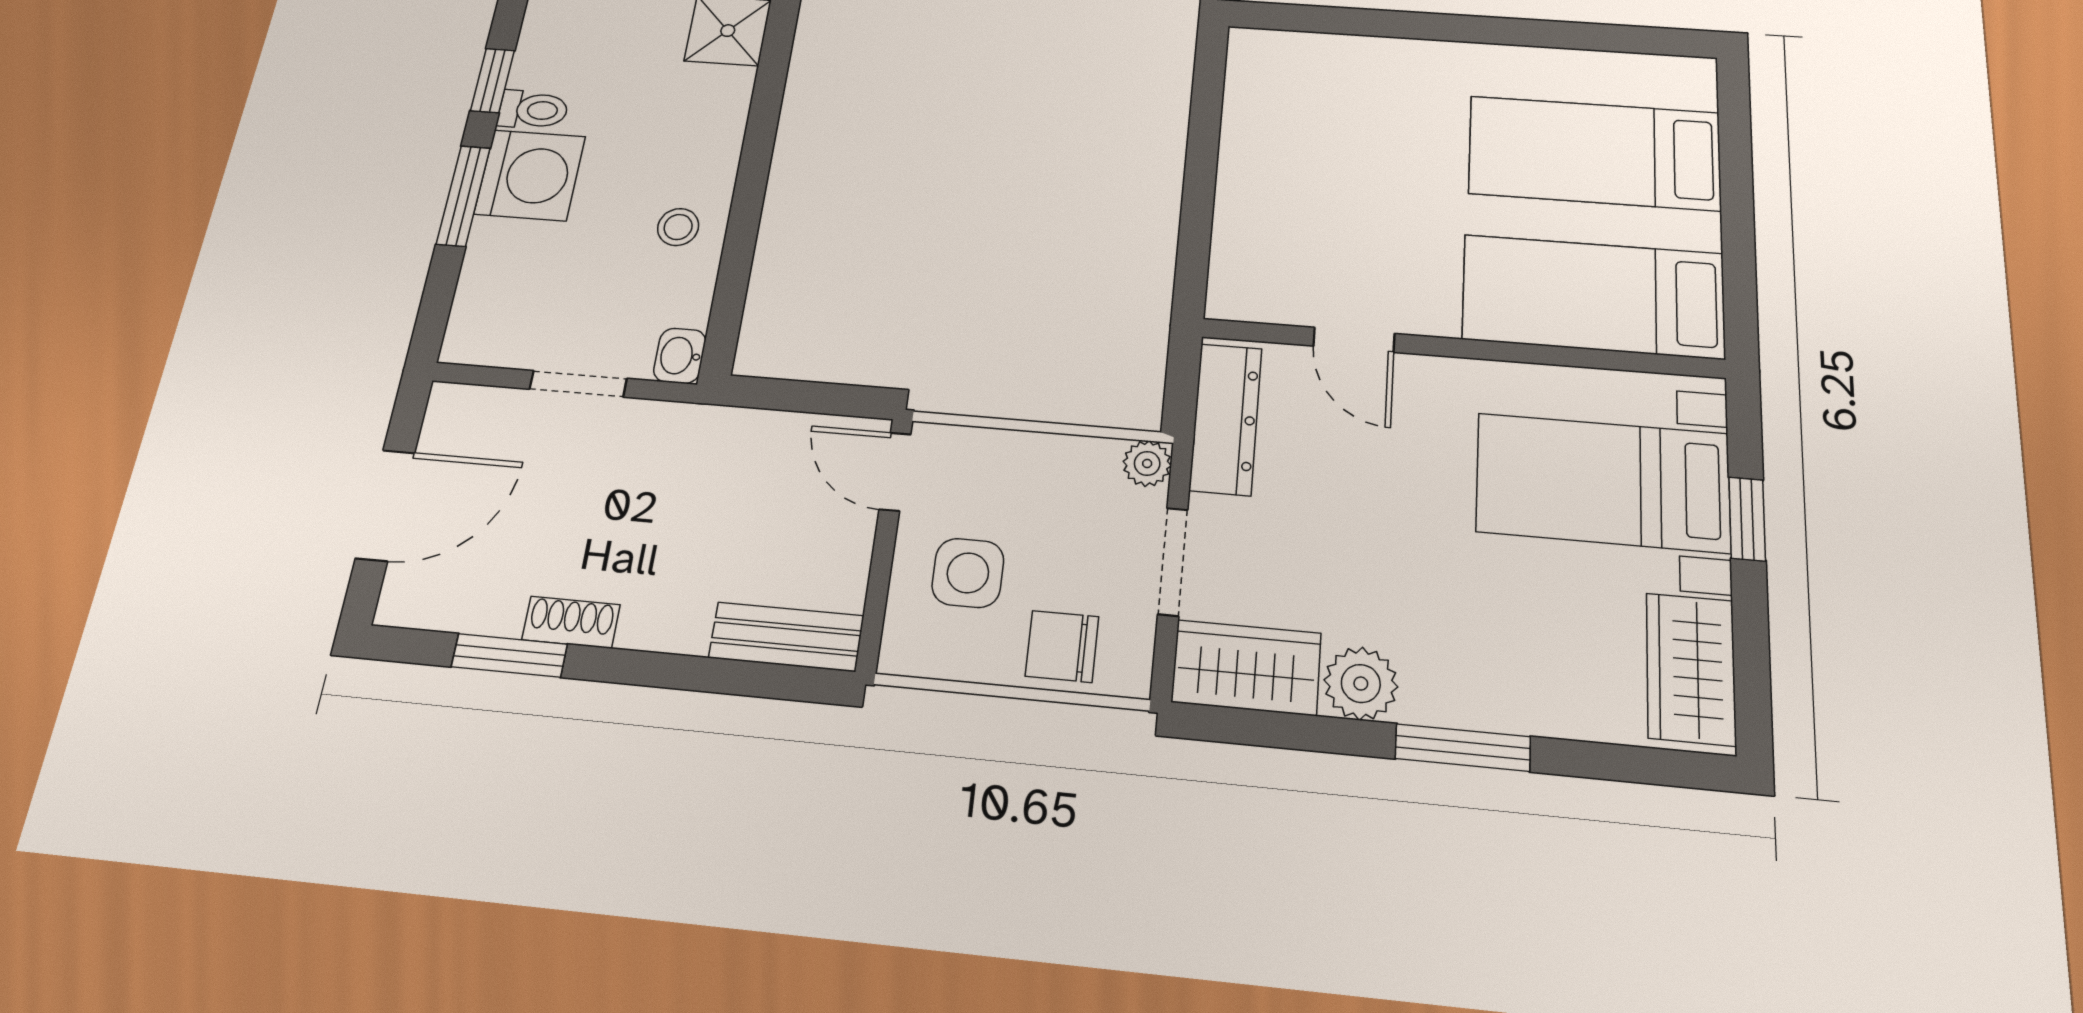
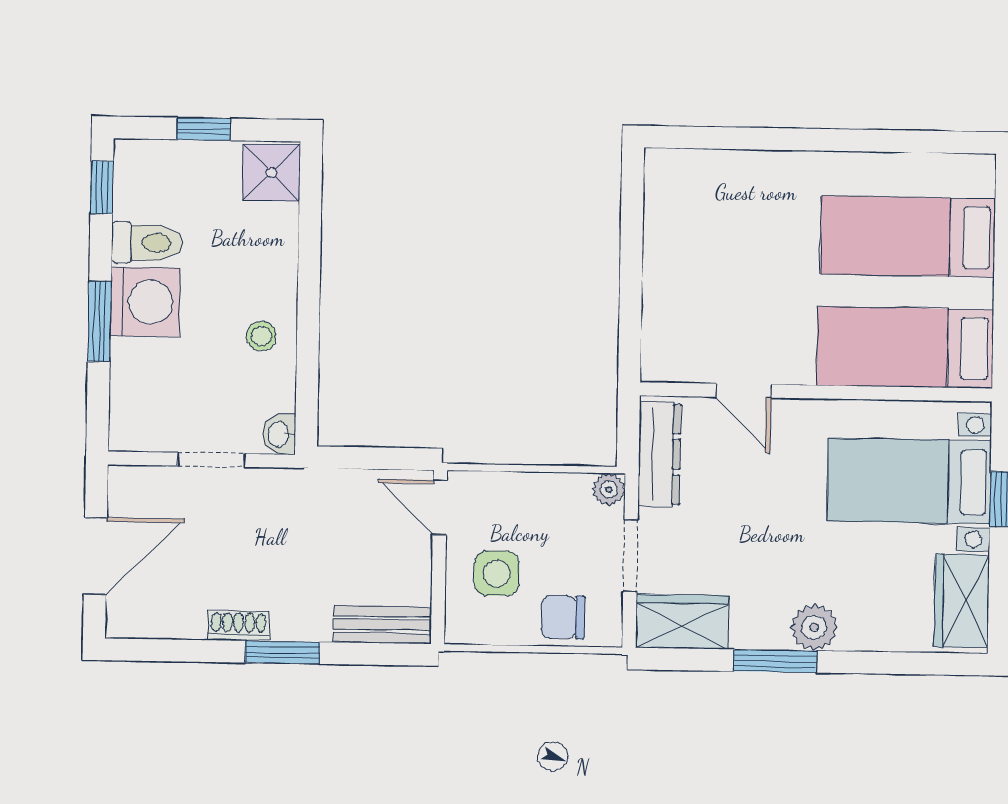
window: (493, 80) -> (102, 187), moved
toilet: (533, 110) -> (147, 243), width x1.37, depth x1.39
window: (509, 655) -> (282, 652), moved
plant: (1361, 683) -> (814, 627), moved
window: (1463, 748) -> (775, 661), moved

